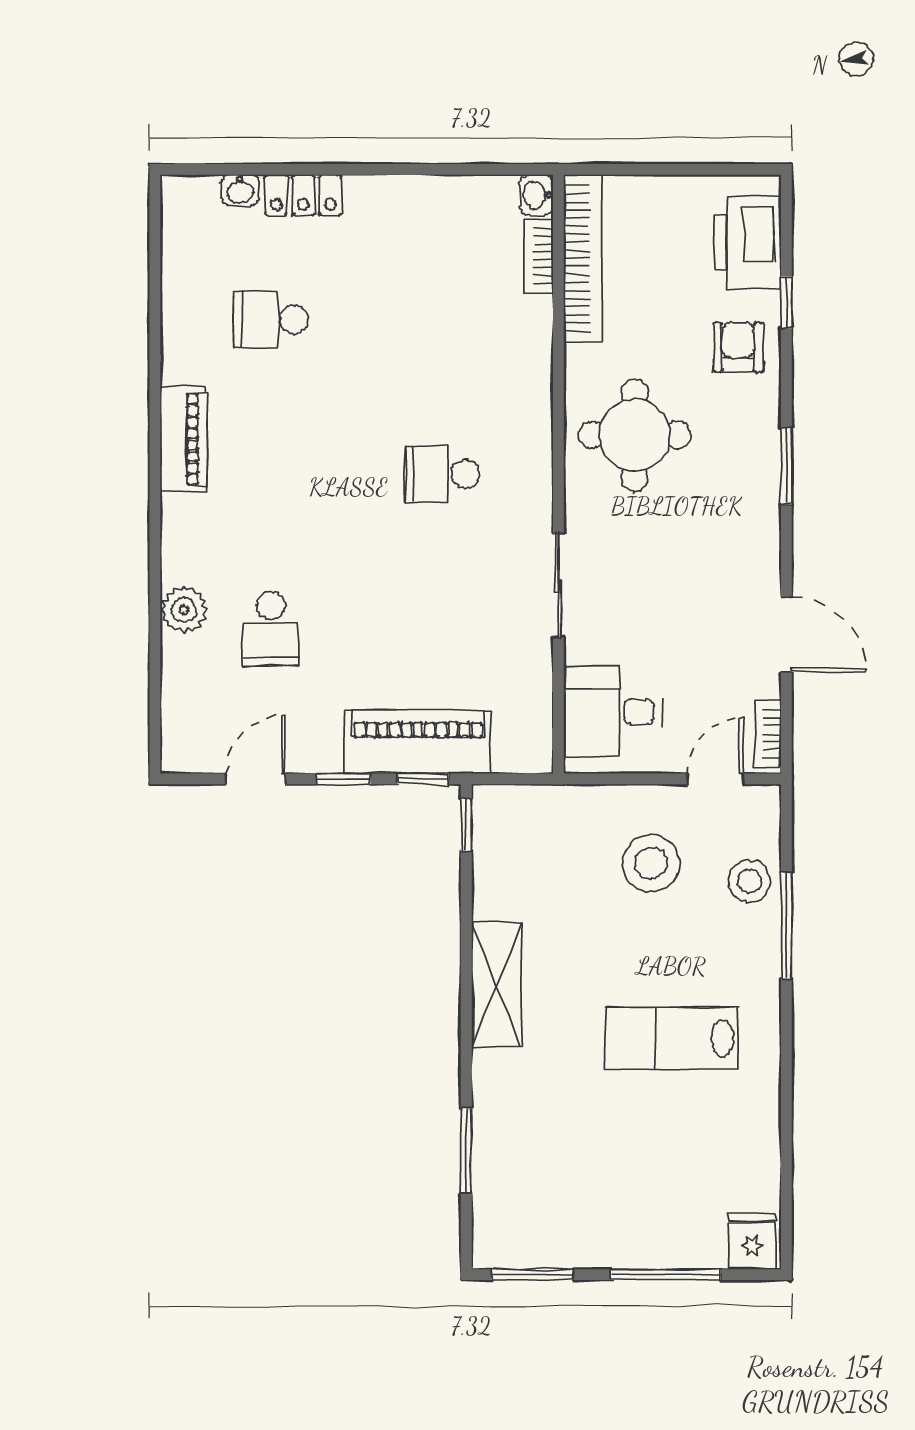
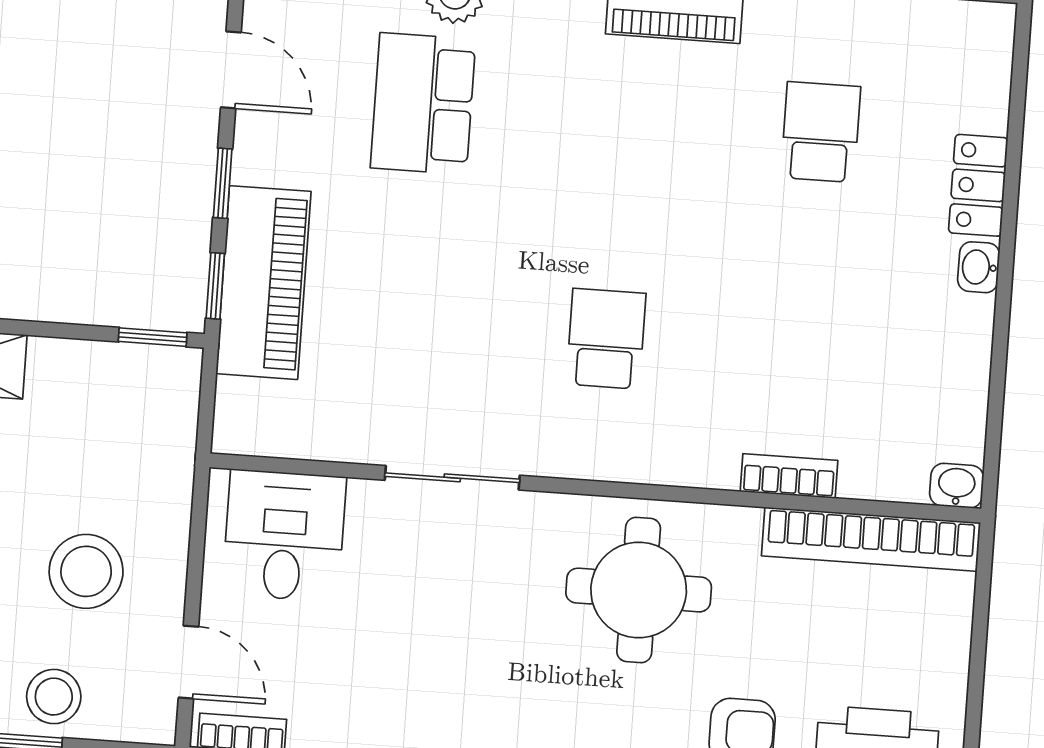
washbasin: (240, 190) -> (979, 267), moved
bookcase: (538, 256) -> (789, 476), moved
school desk: (271, 629) -> (423, 104), width x1.85

